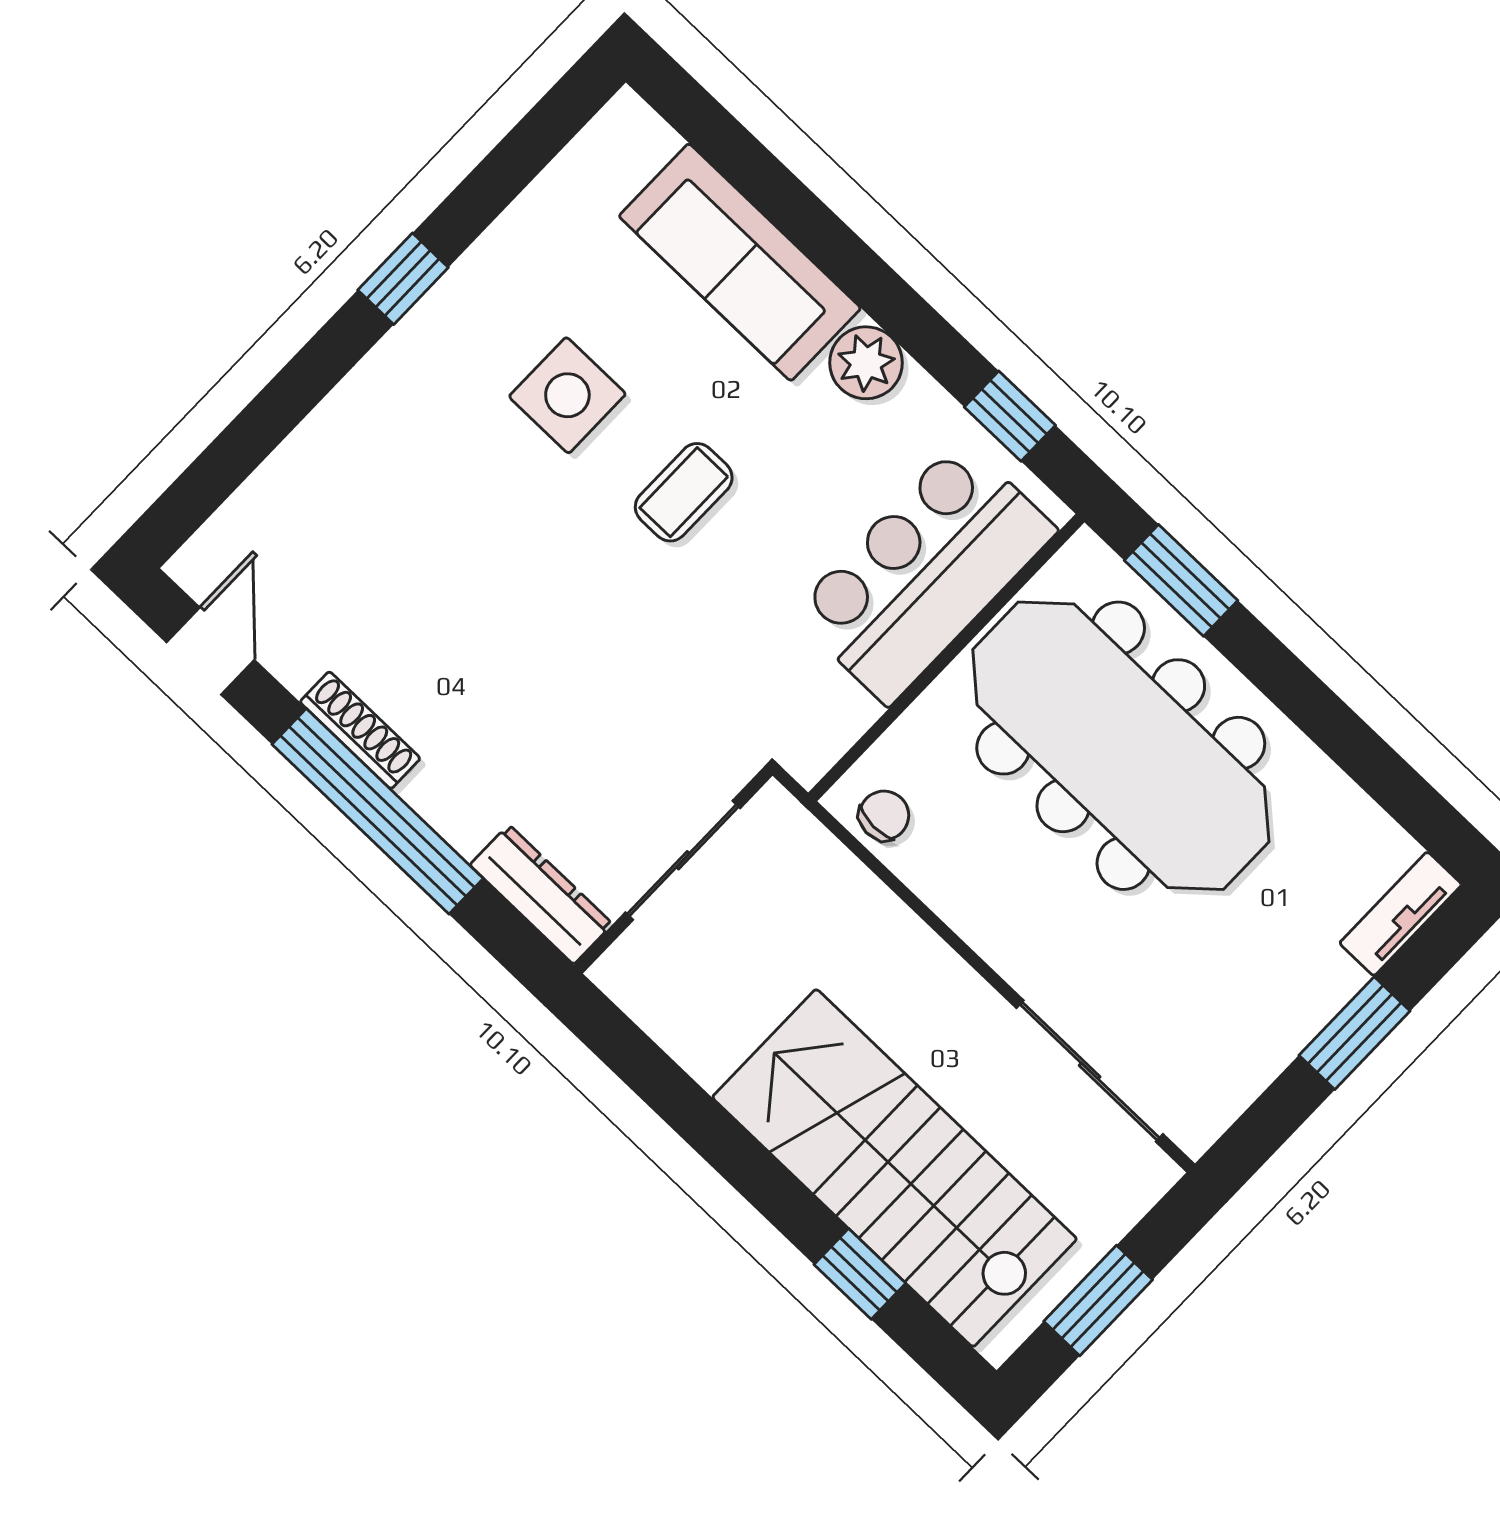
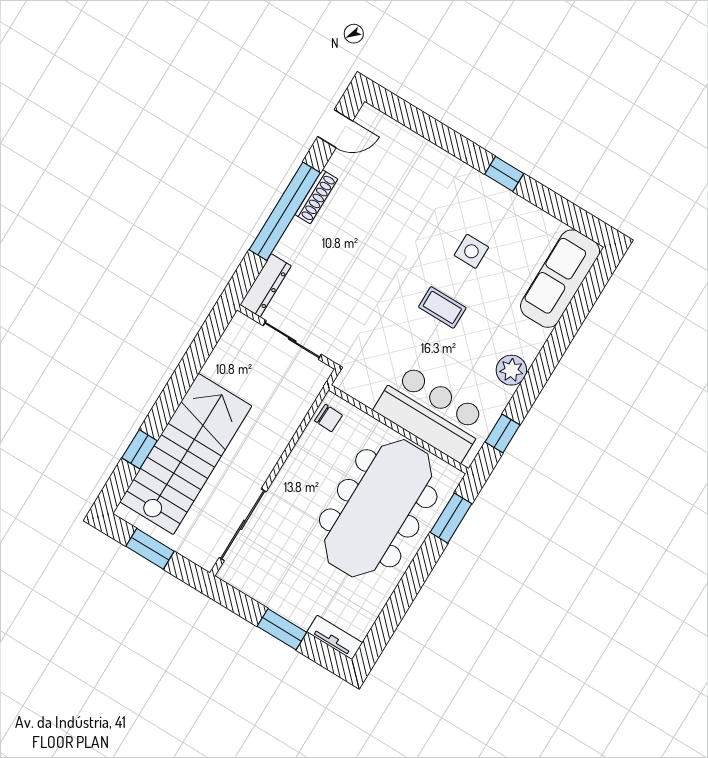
sofa: (740, 262) -> (560, 279), moved
side table: (567, 395) -> (471, 251), width x0.73, depth x0.73

